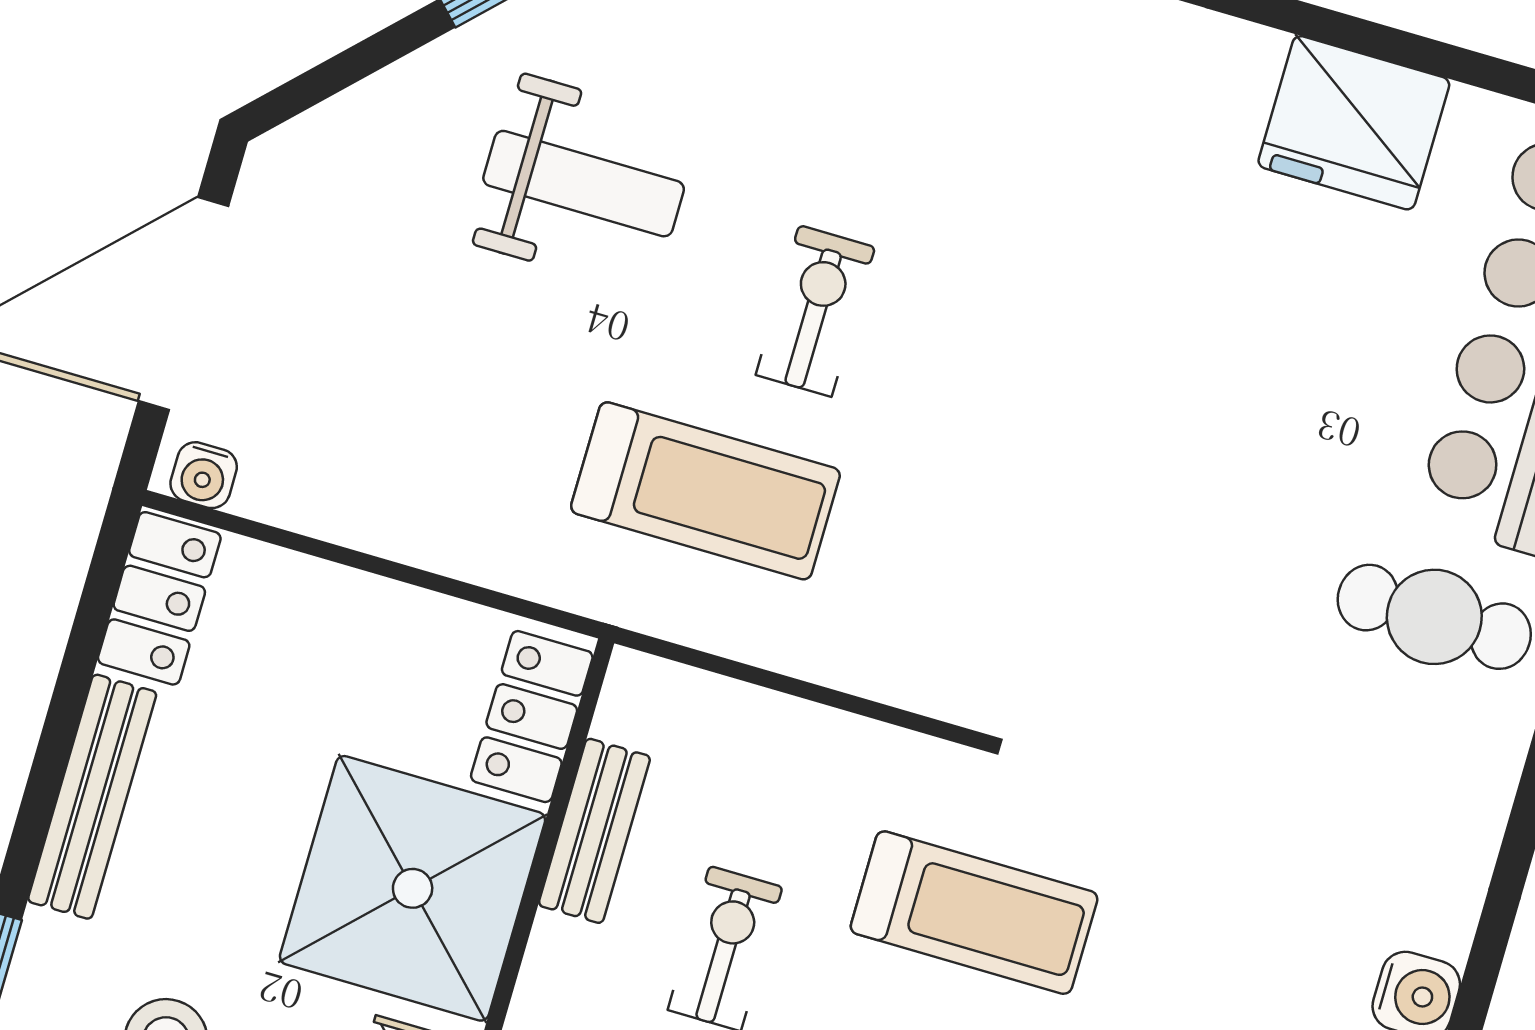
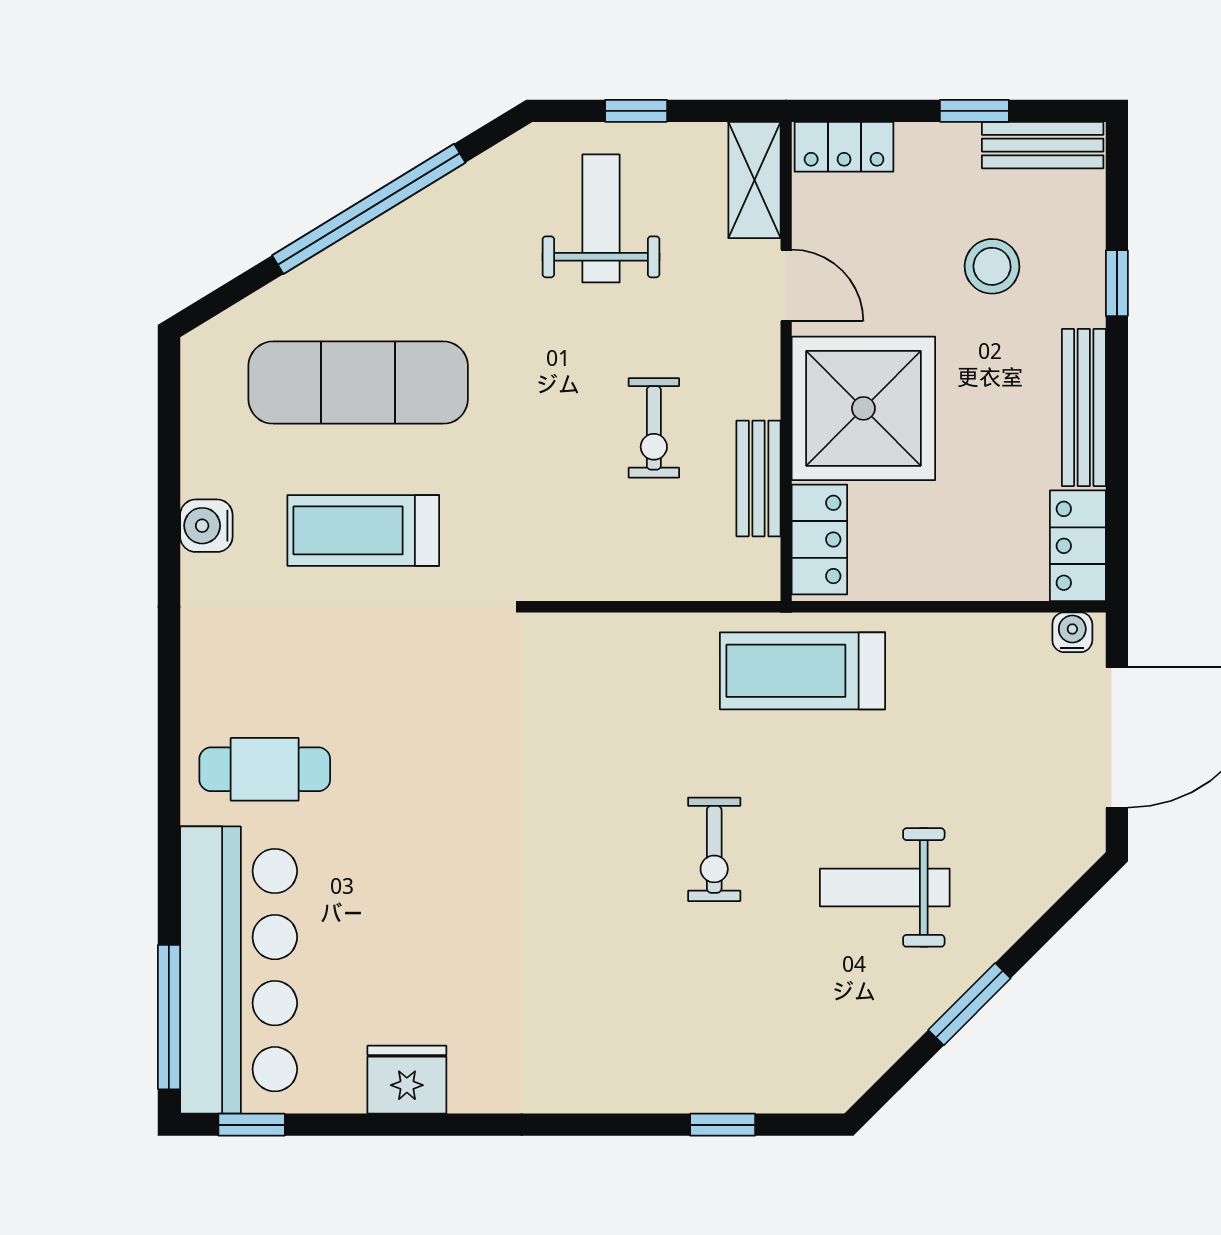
fridge: (1354, 123) -> (407, 1080), width x0.73, depth x0.75
treadmill: (705, 491) -> (803, 671), moved
treadmill: (974, 913) -> (363, 530), moved

